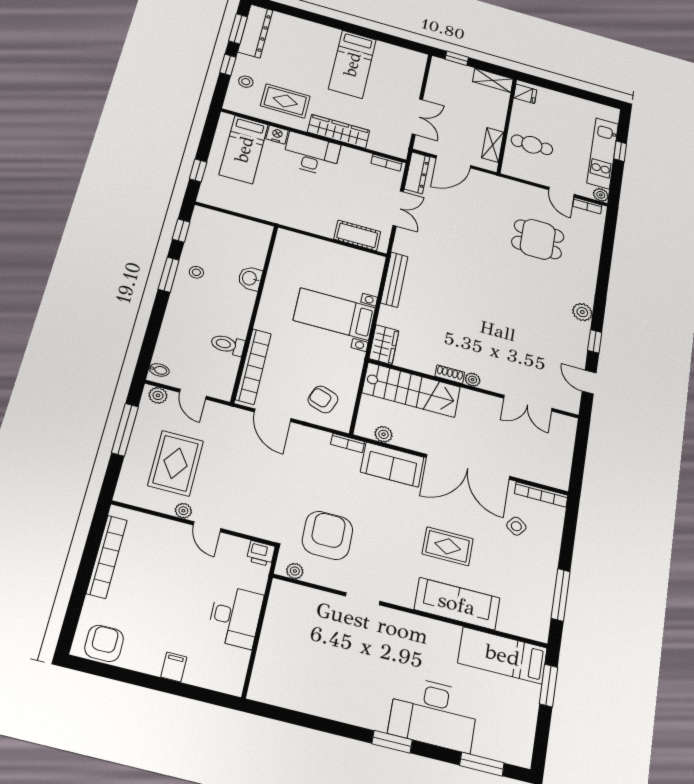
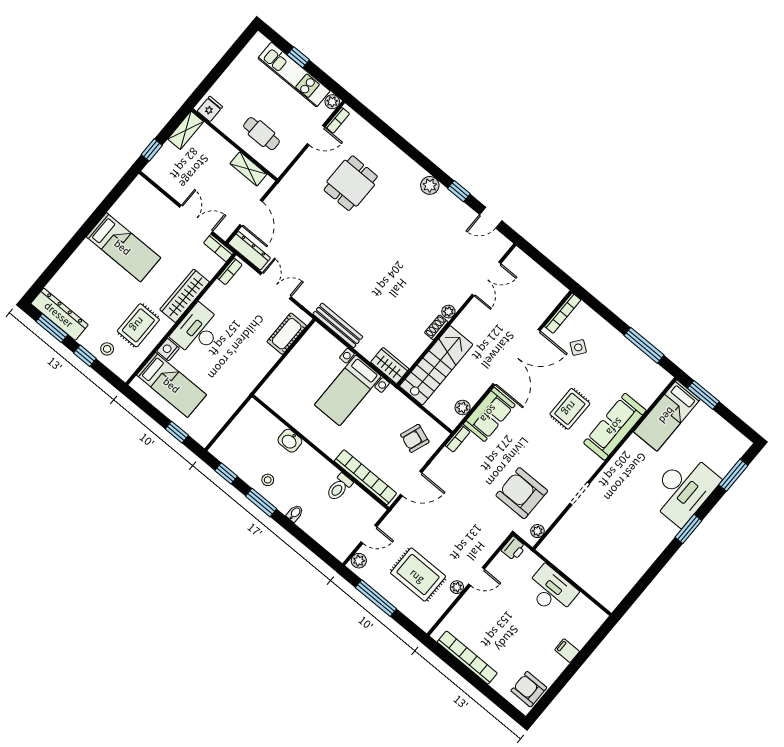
bookcase: (403, 145) -> (219, 248), added
cafe table: (532, 145) -> (262, 134), turned 90
bidet: (159, 370) -> (295, 513), moved

